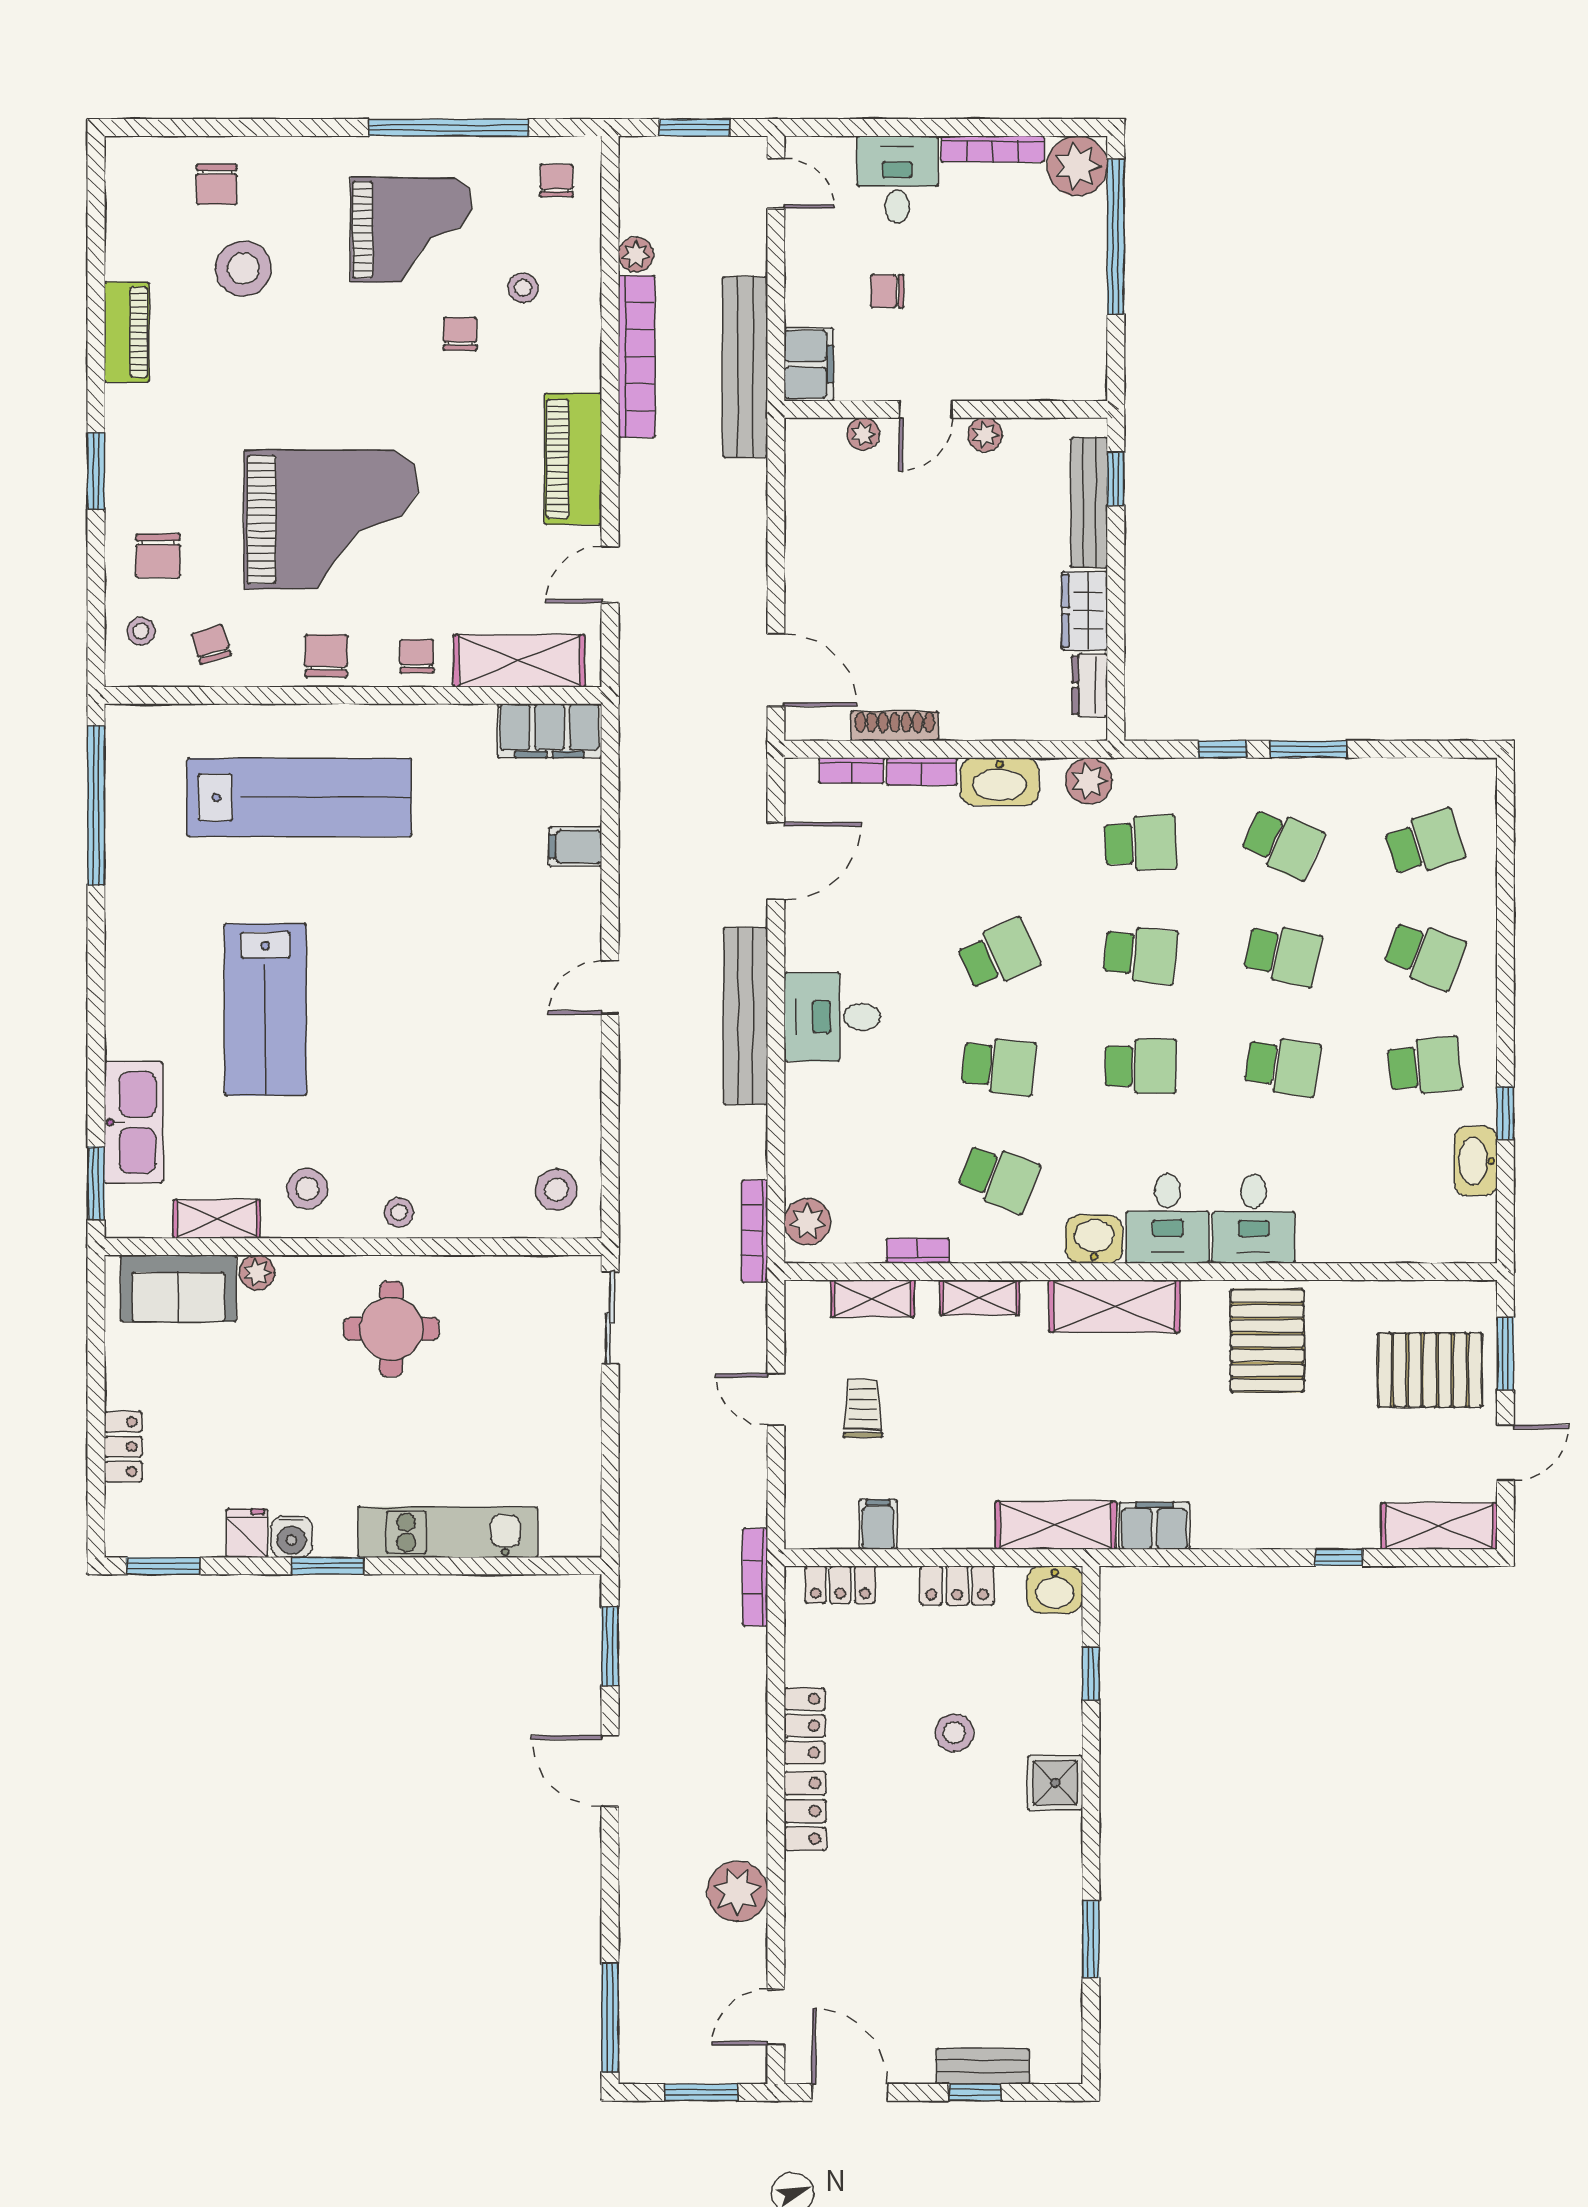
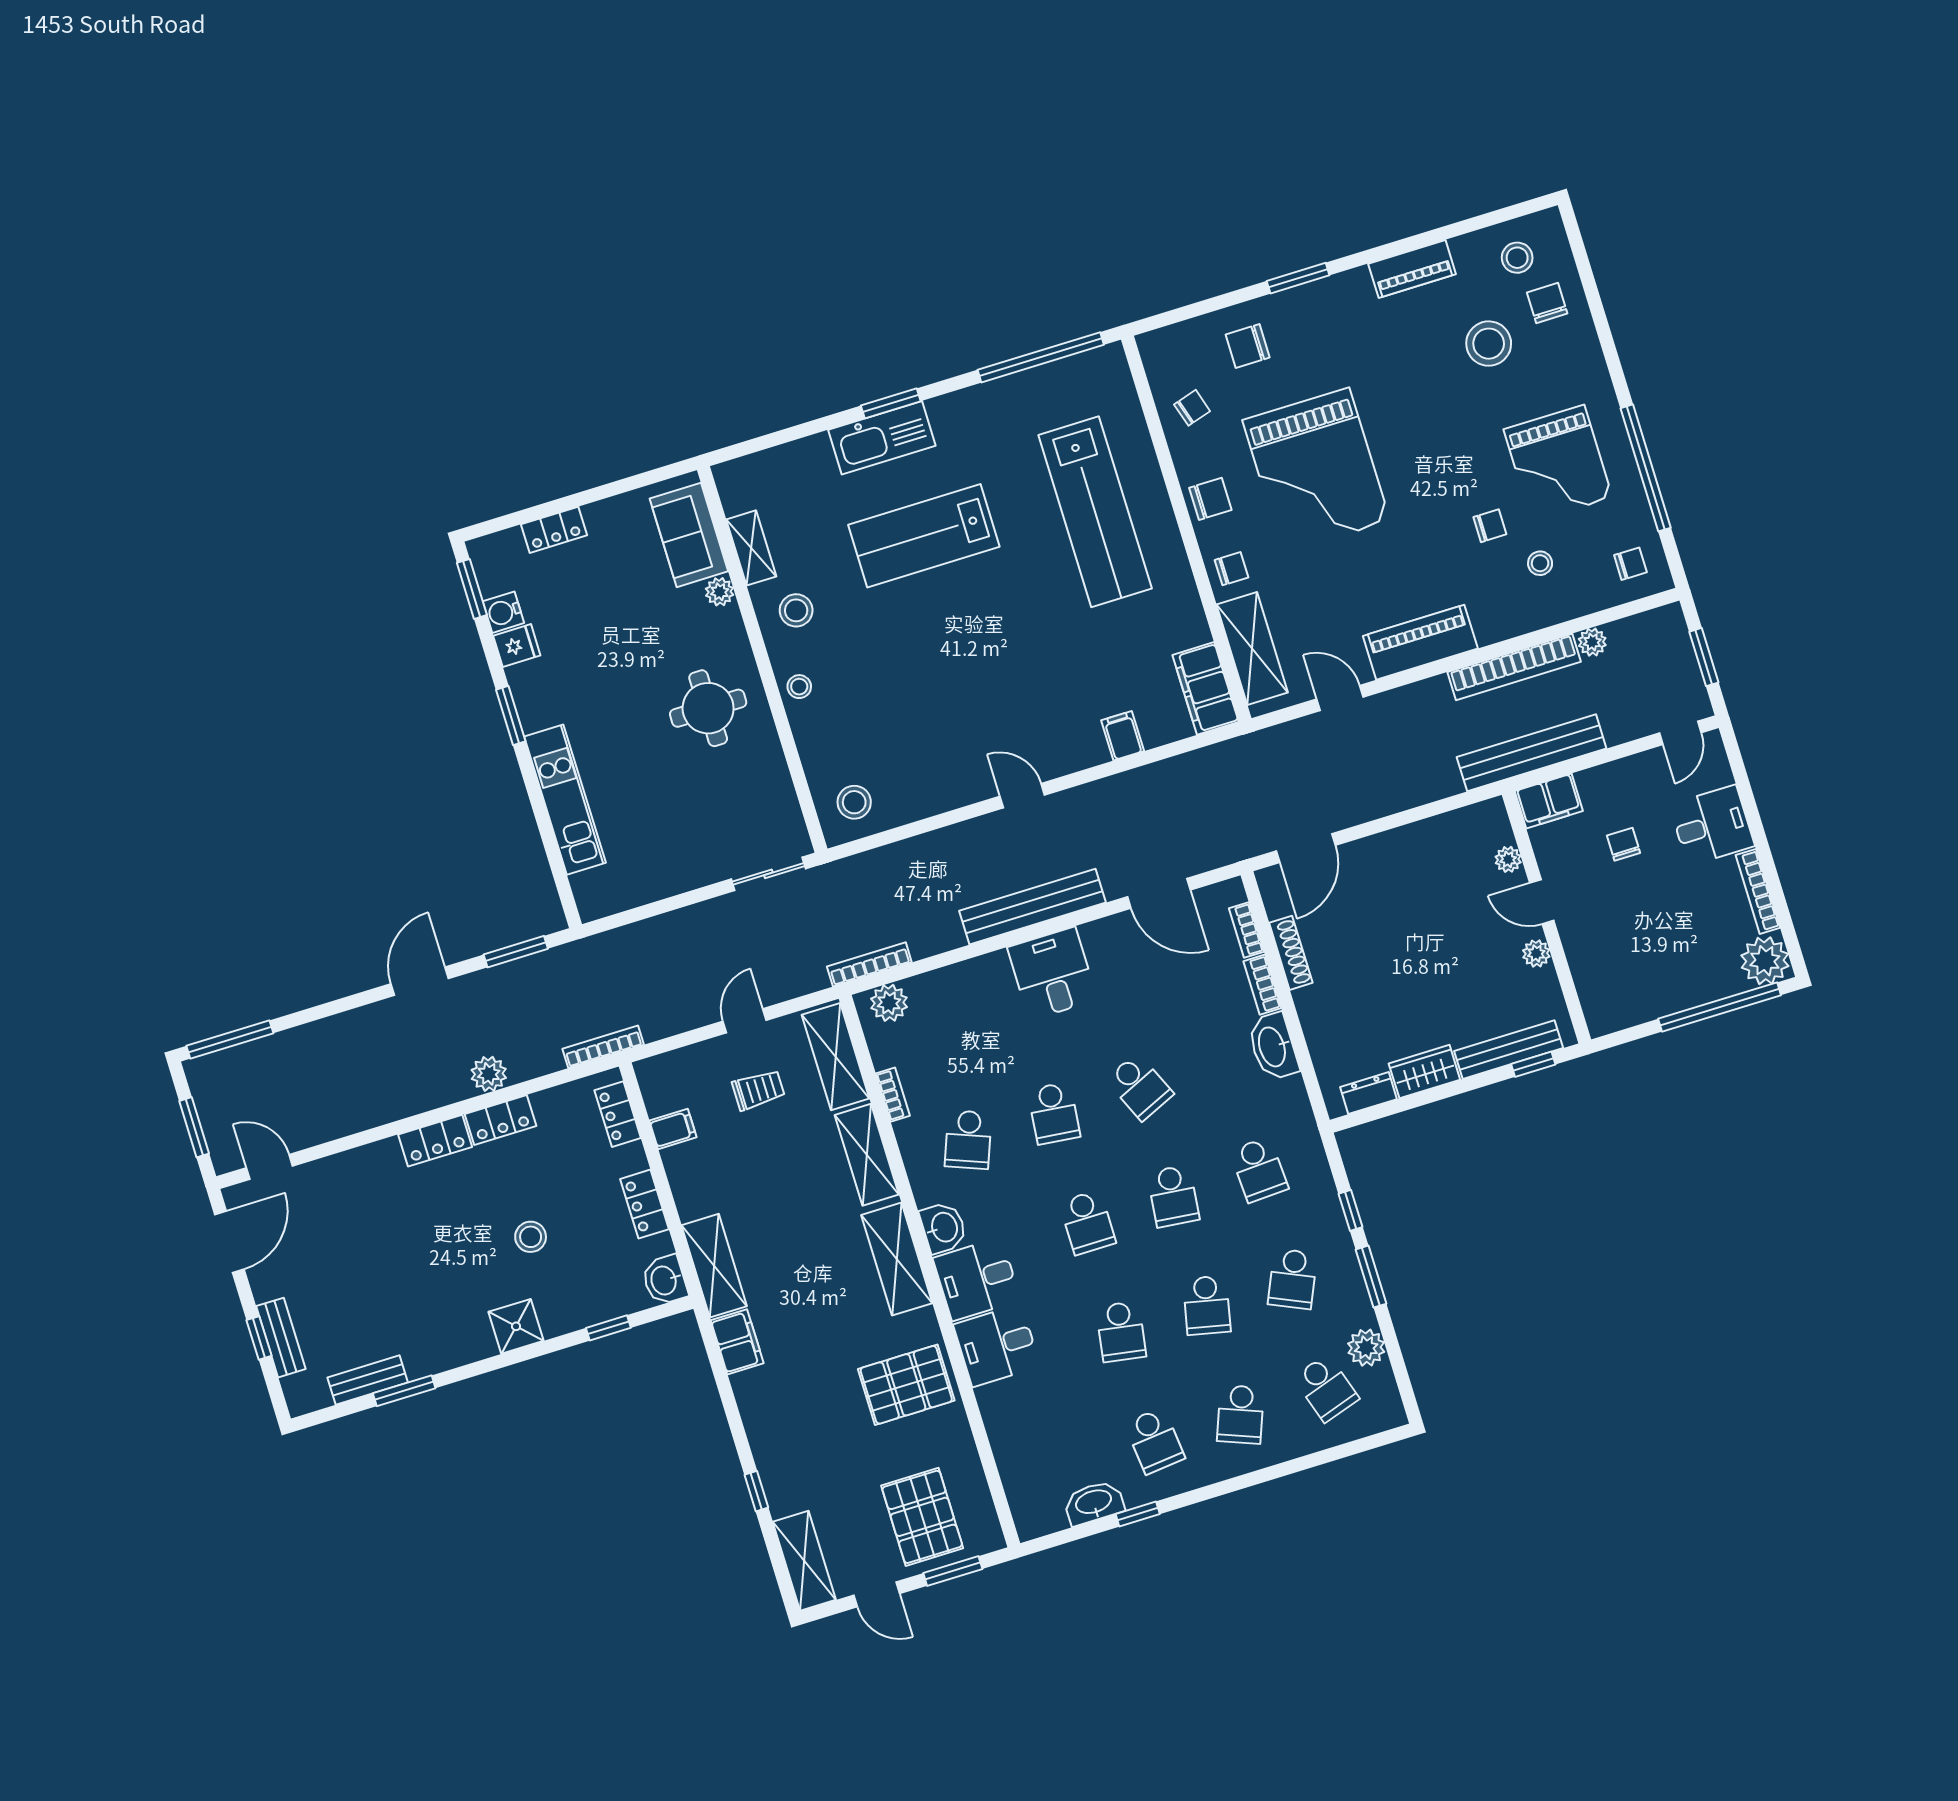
chair: (217, 184) -> (1547, 303), turned 90
stool: (141, 631) -> (1517, 258), moved, width x1.37, depth x1.37
plant: (1089, 781) -> (1366, 1348), moved
kitchen sink: (134, 1122) -> (882, 438), moved
window: (96, 1183) -> (891, 403), moved
shelving: (980, 1298) -> (867, 1155), width x1.50, depth x1.33
shelving: (872, 1299) -> (836, 1057), width x1.50, depth x1.33
water cooler: (291, 1537) -> (503, 612), moved
plant: (737, 1891) -> (489, 1074), moved, width x0.73, depth x0.73
bench: (1065, 1979) -> (368, 1380), added

